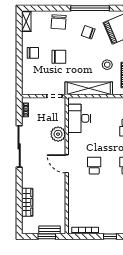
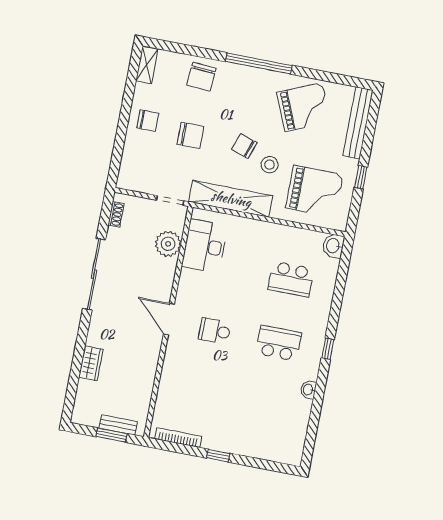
chair: (88, 32) -> (244, 146), moved
plant: (58, 134) -> (168, 244), moved
school desk: (94, 166) -> (215, 331), turned -90
wardrobe: (27, 202) -> (91, 363), width x0.67

